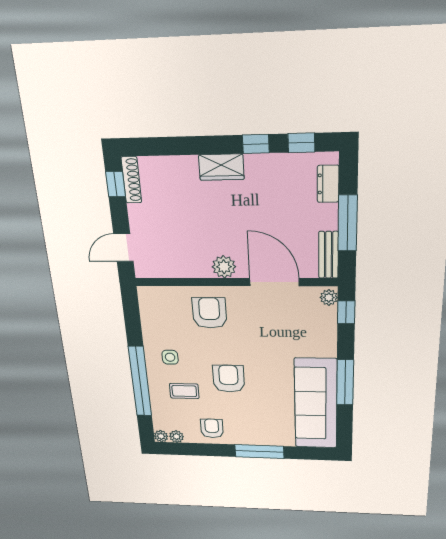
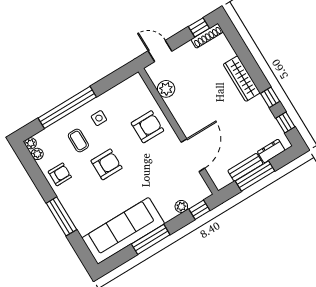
wardrobe: (221, 167) -> (242, 79), width x1.50
bench: (329, 255) -> (245, 167), moved
plant: (224, 267) -> (166, 89), moved
plant: (329, 297) -> (181, 206), moved

